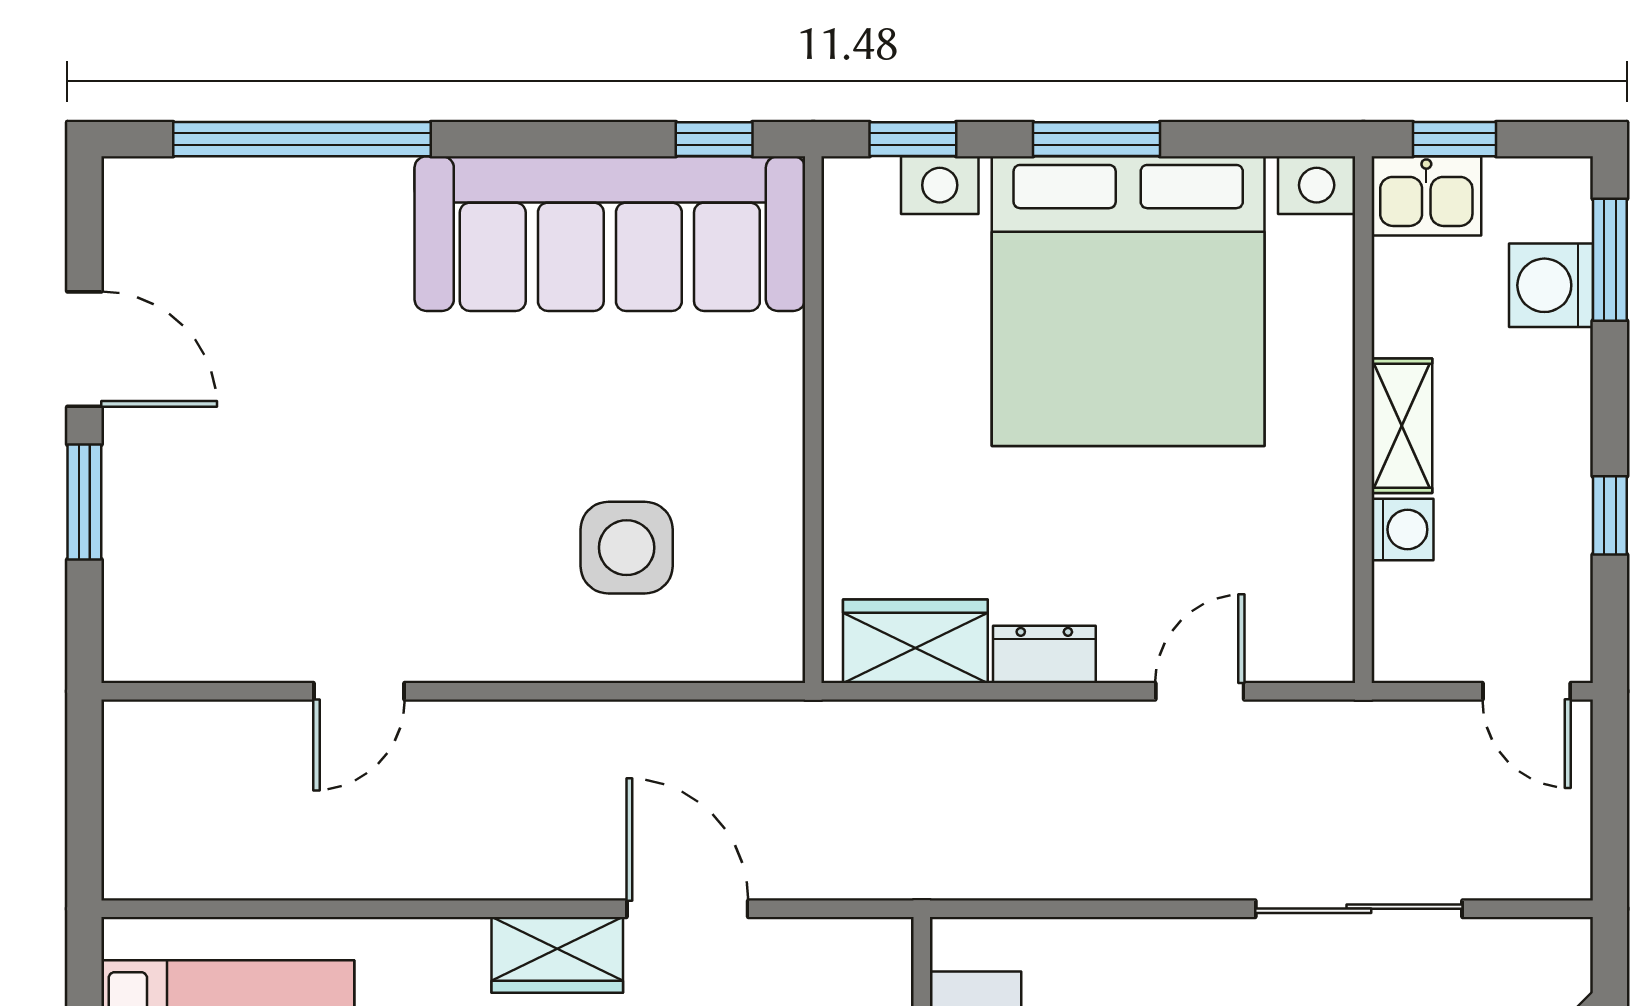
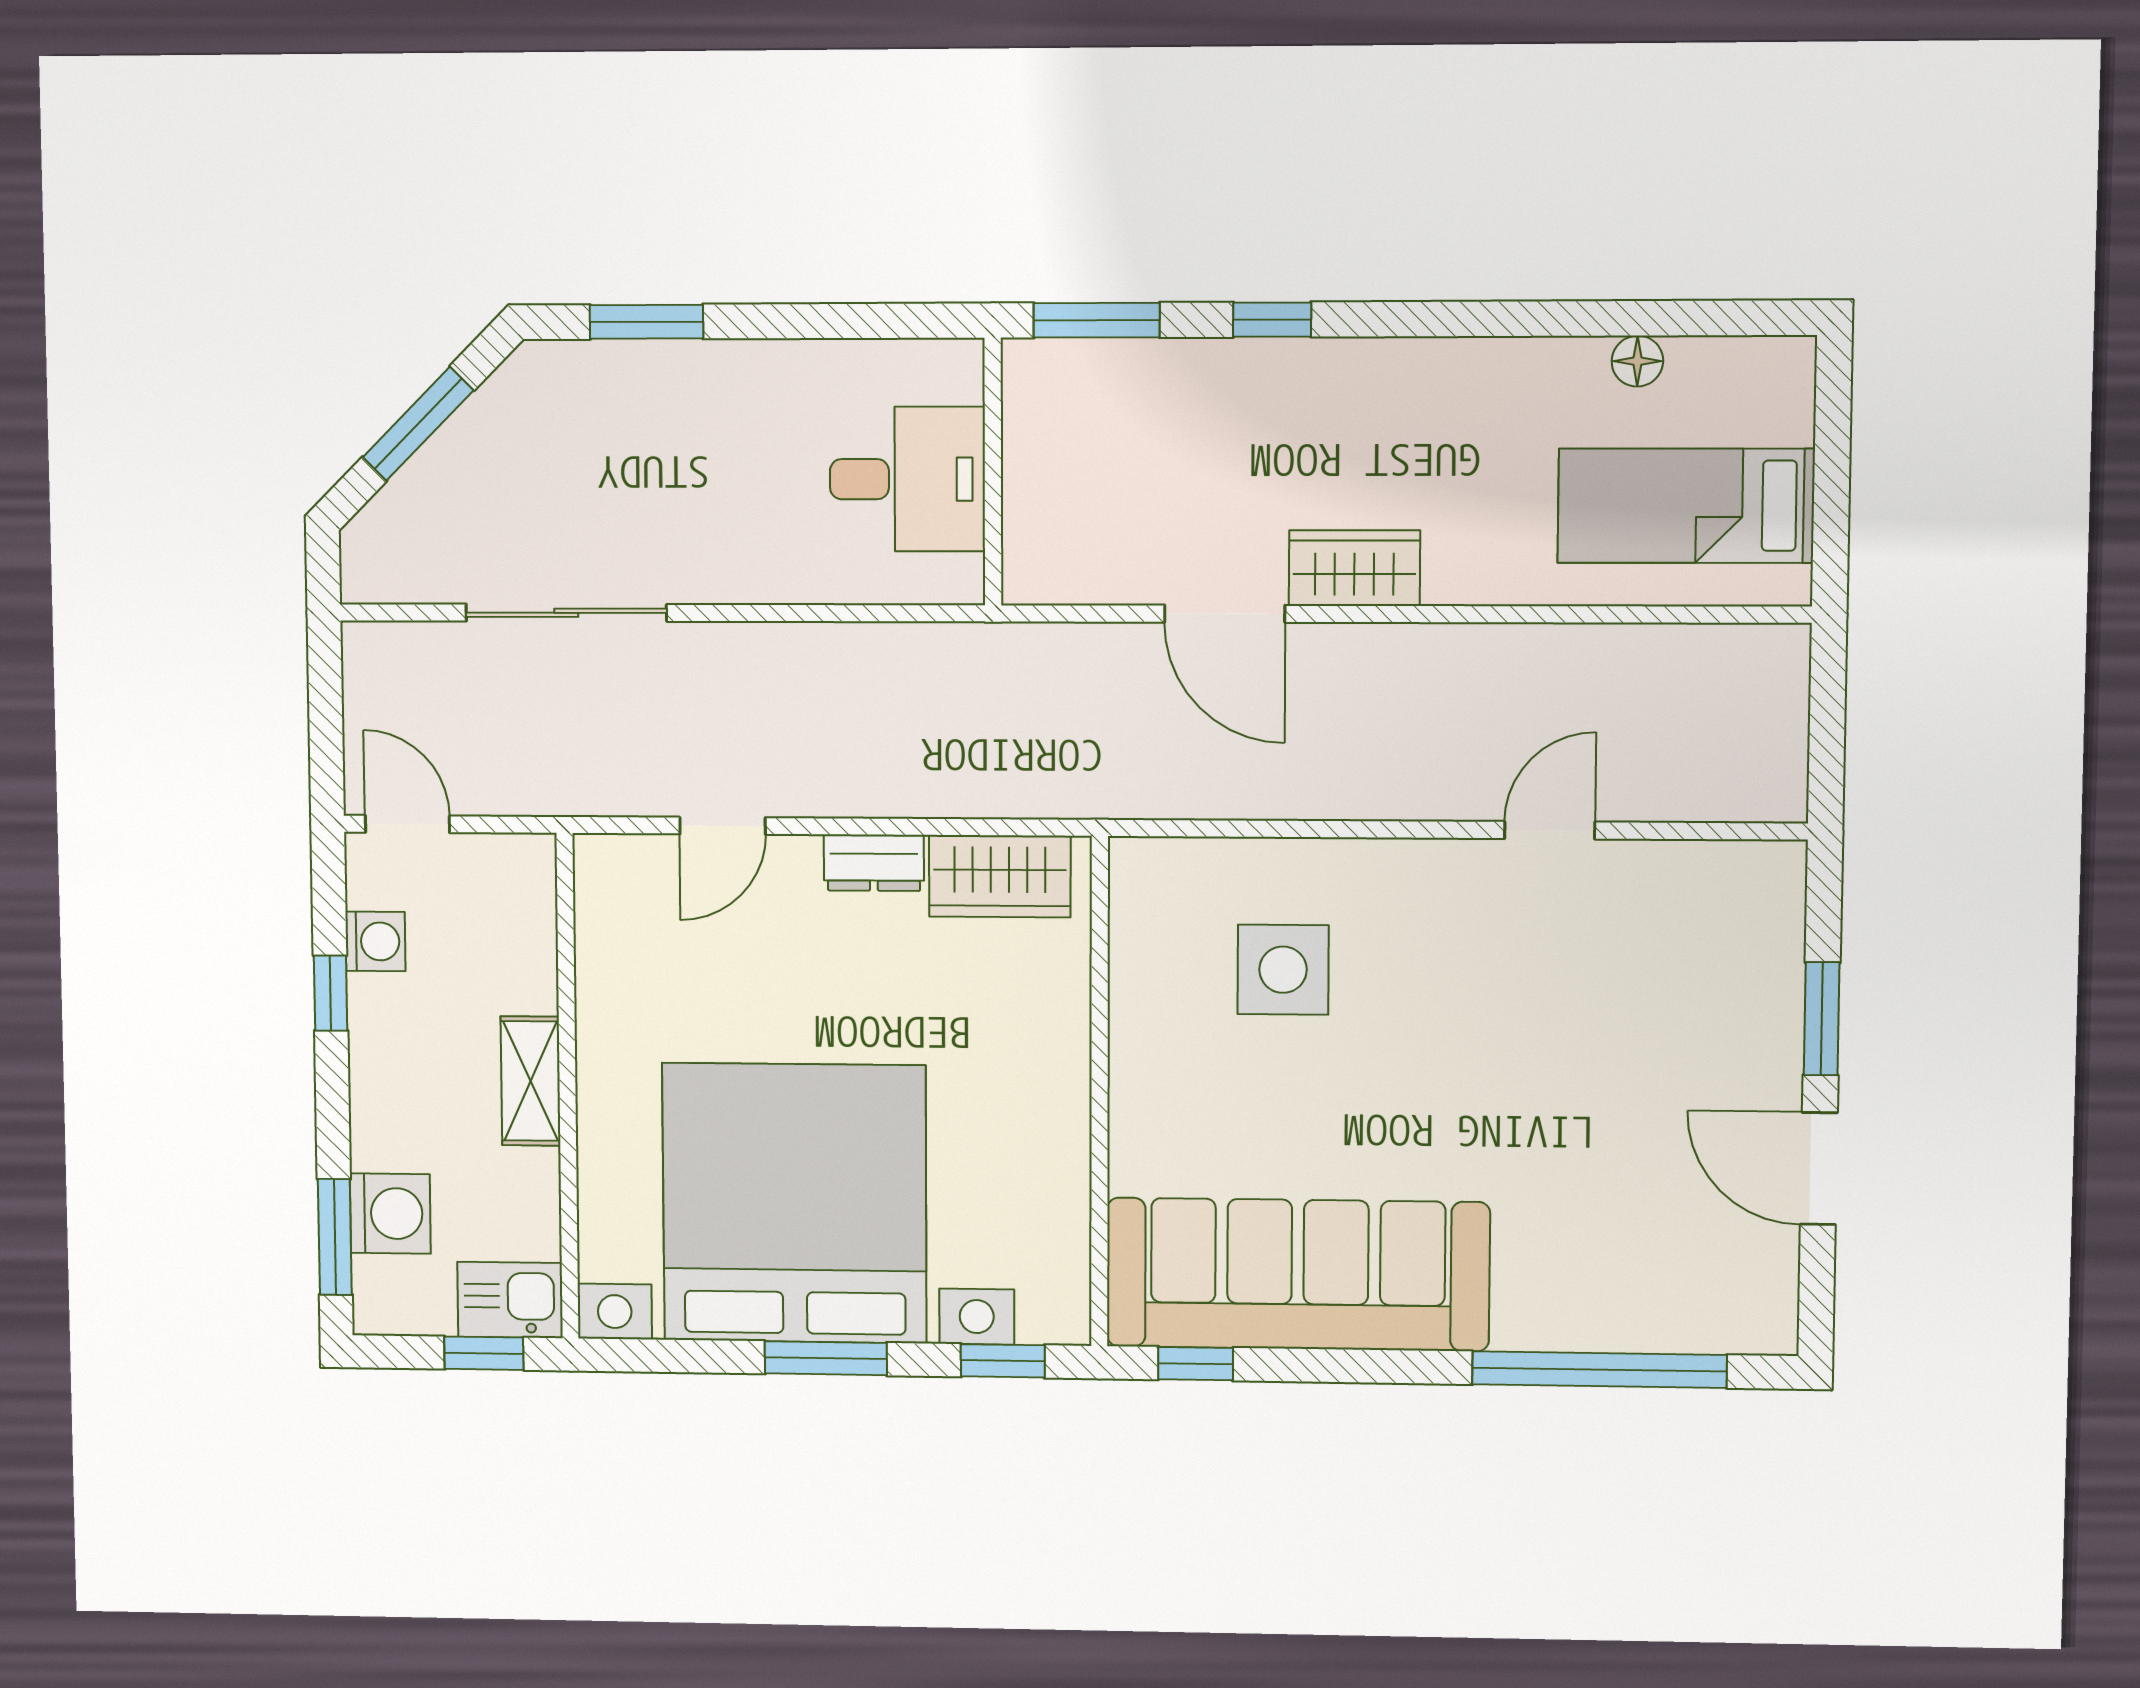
washing machine: (1402, 530) -> (375, 941), moved, turned 180

